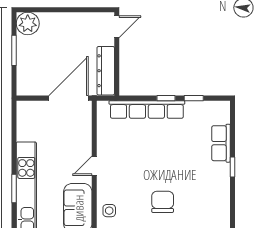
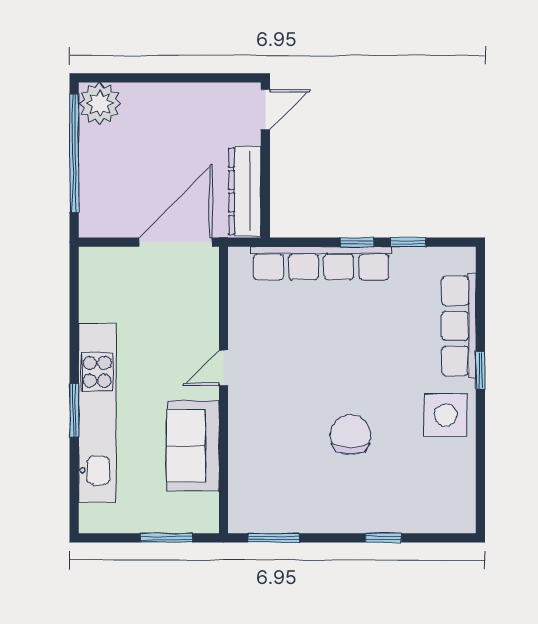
window: (14, 50) -> (74, 153), width x2.11
row of seats: (221, 143) -> (459, 326), width x1.48
side table: (109, 211) -> (446, 415), moved, width x1.87, depth x1.87

